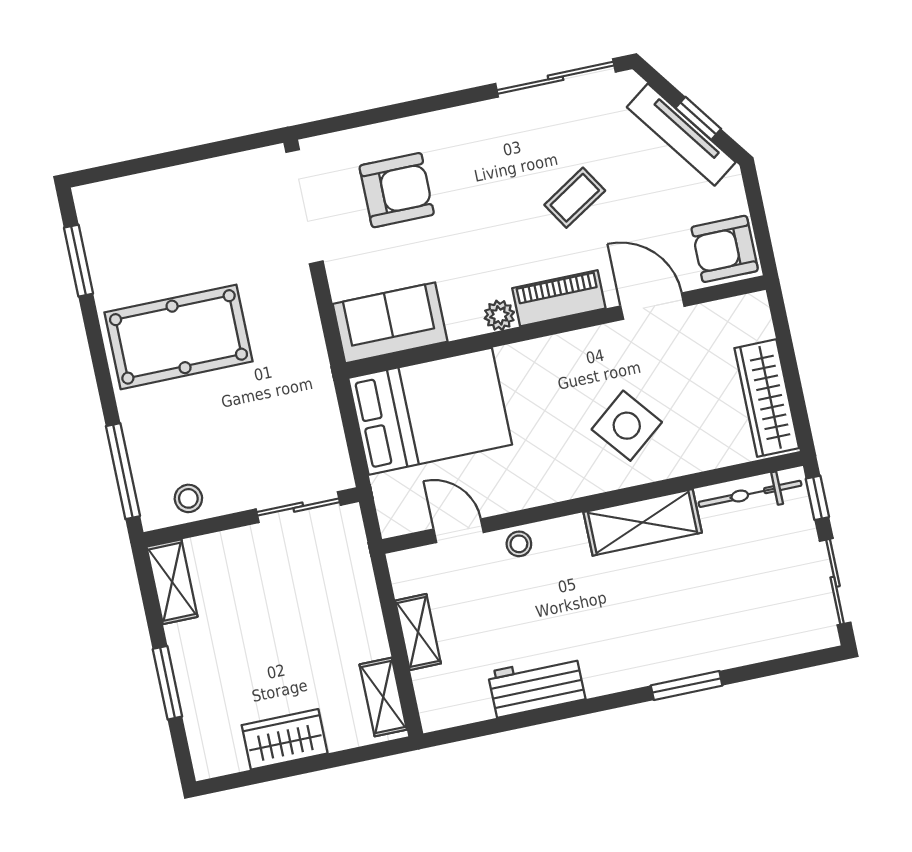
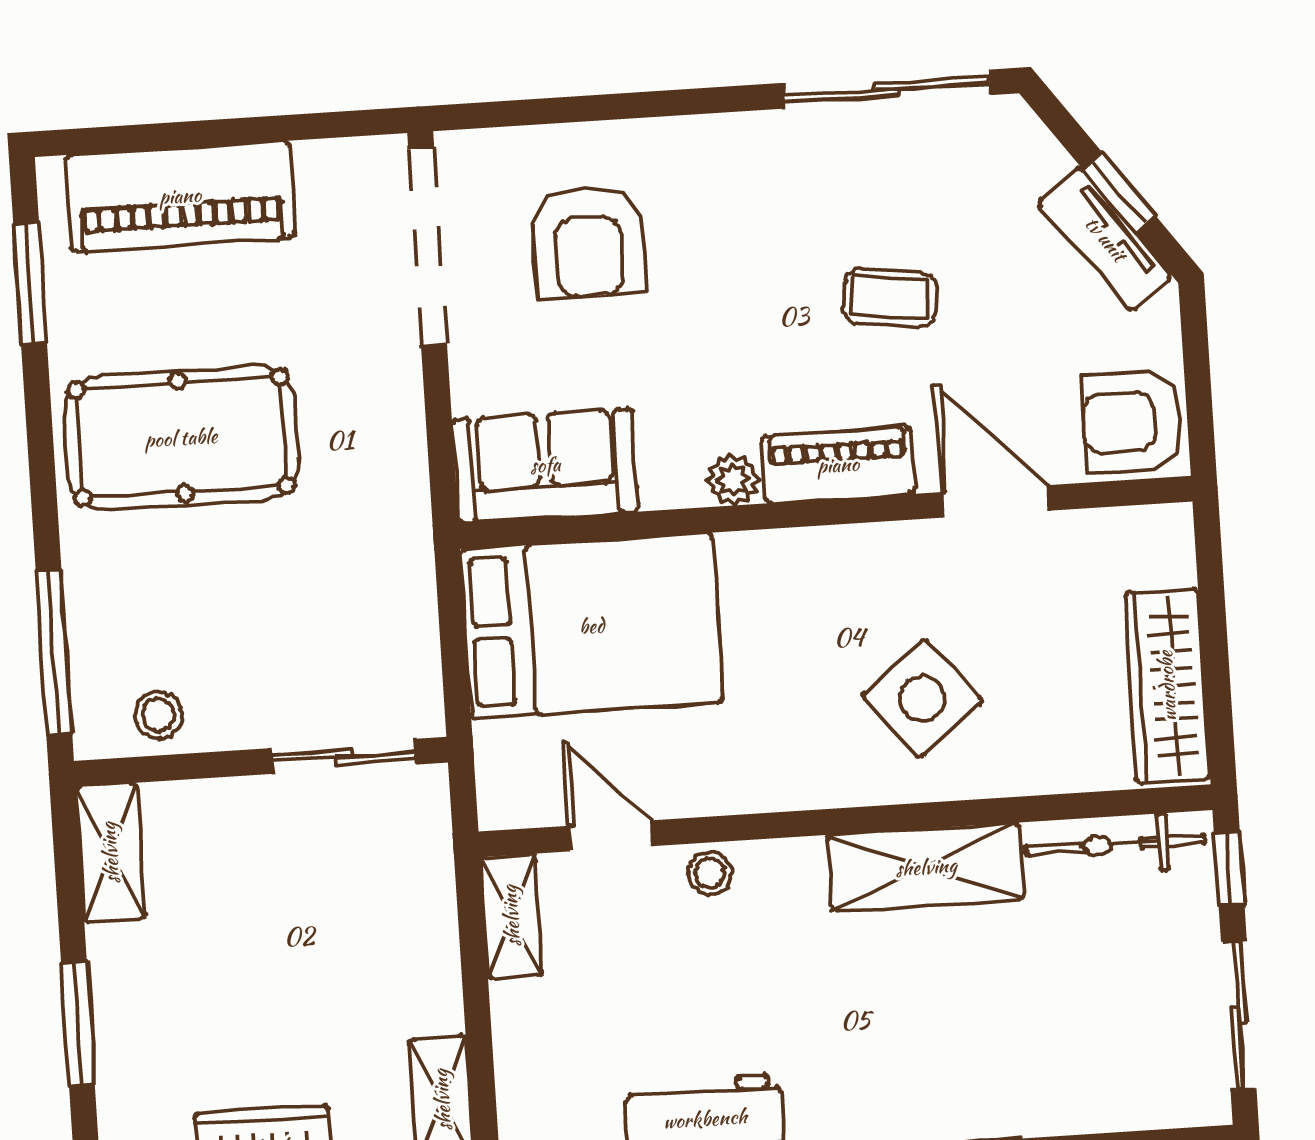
tv unit: (681, 135) -> (1106, 239), width x0.71
armchair: (397, 190) -> (589, 241), turned 90
piano: (158, 198) -> (180, 196), added
coffee table: (575, 198) -> (890, 298), turned 39
shelving: (418, 632) -> (511, 916), moved

